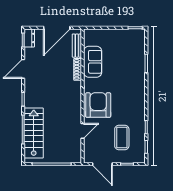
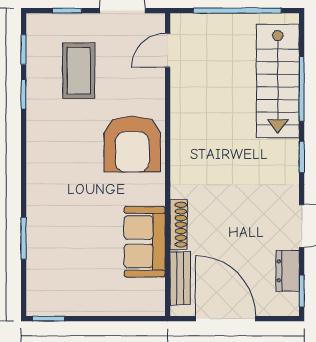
door: (57, 28) -> (226, 319), hinge flipped
dresser: (29, 38) -> (288, 271), moved
door: (83, 131) -> (168, 50), moved

